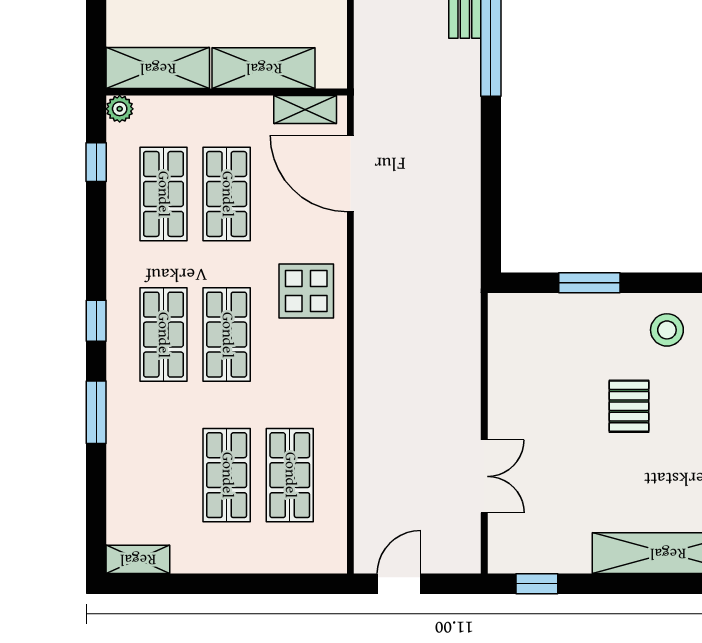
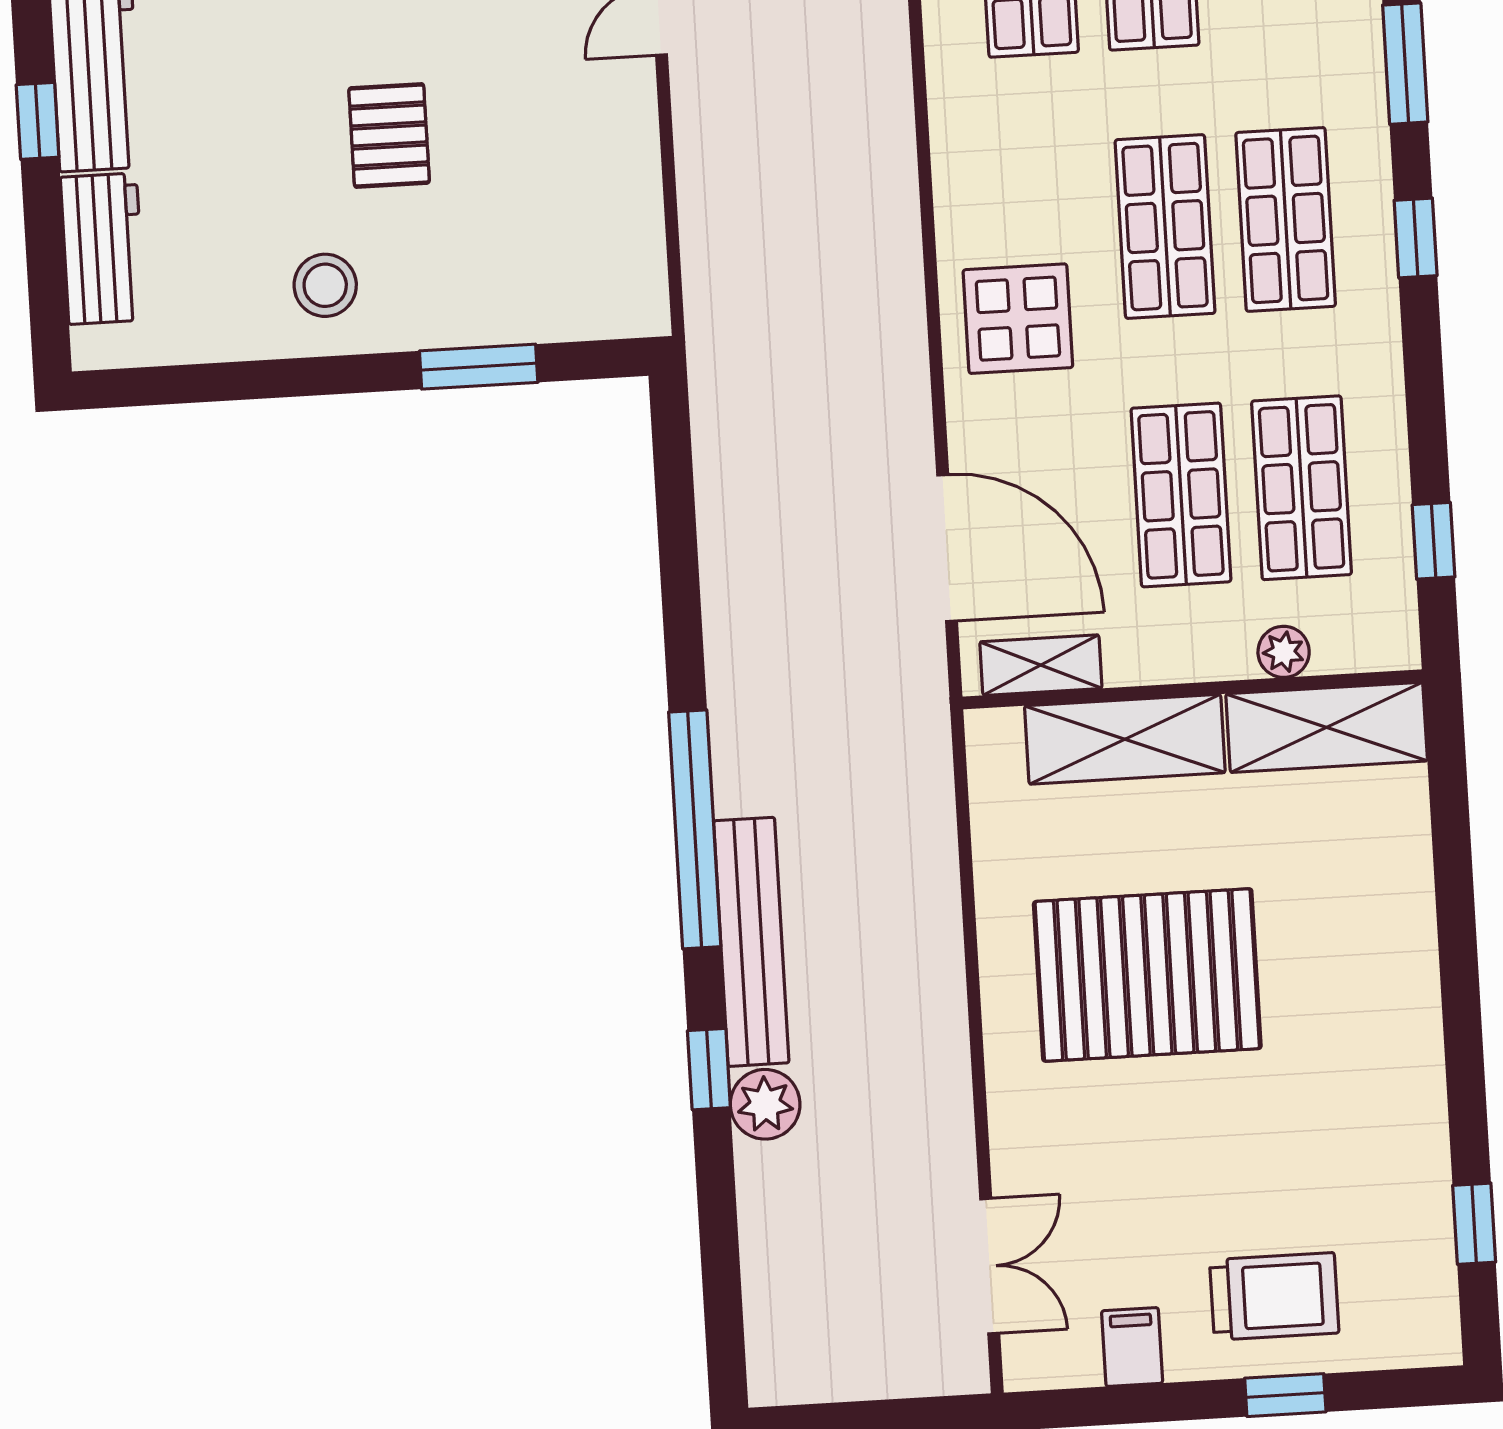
plant: (120, 109) -> (1284, 652), moved

